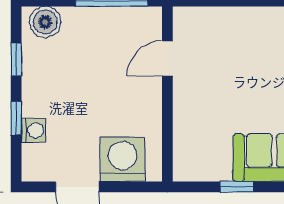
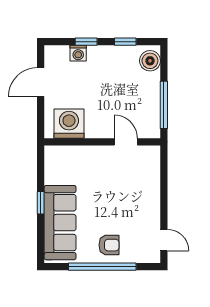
washing machine: (123, 159) -> (69, 124), moved, turned -90
window: (237, 187) -> (41, 203), moved

